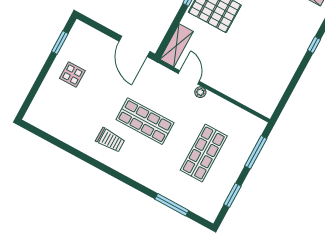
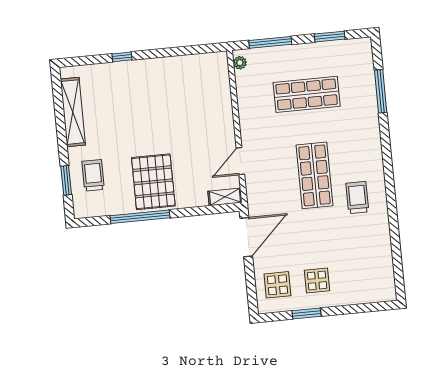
window: (60, 43) -> (306, 314), moved
shelving: (177, 45) -> (225, 197), width x0.67, depth x0.75
display table: (88, 46) -> (277, 285), added
plant: (200, 92) -> (240, 63), moved

